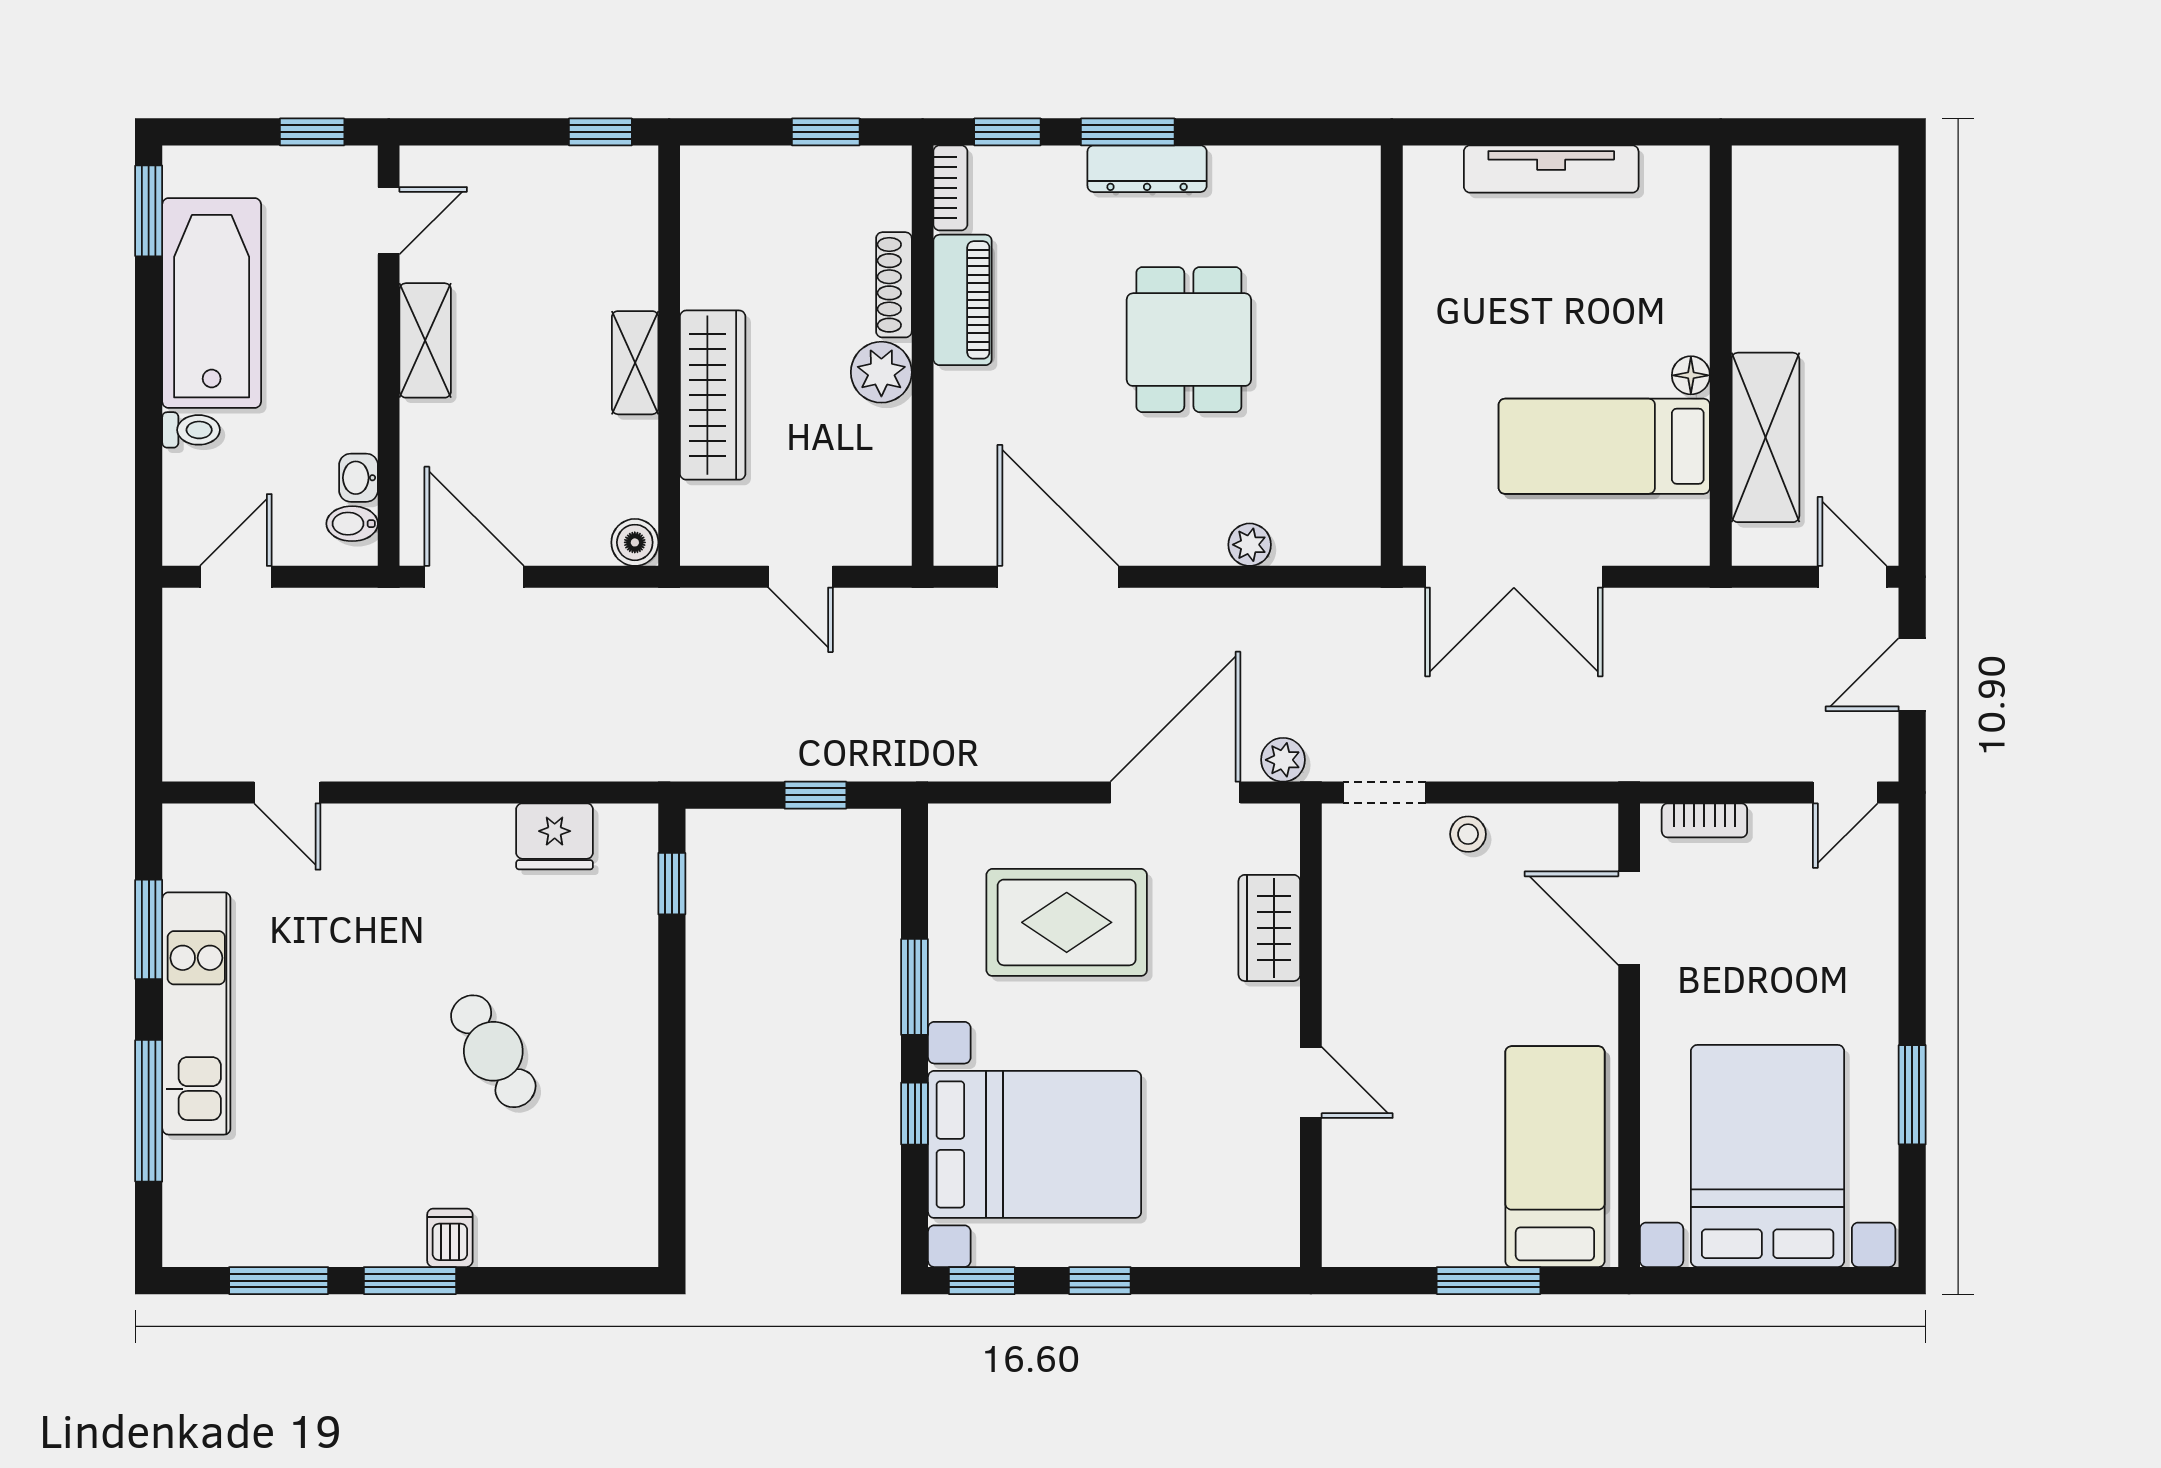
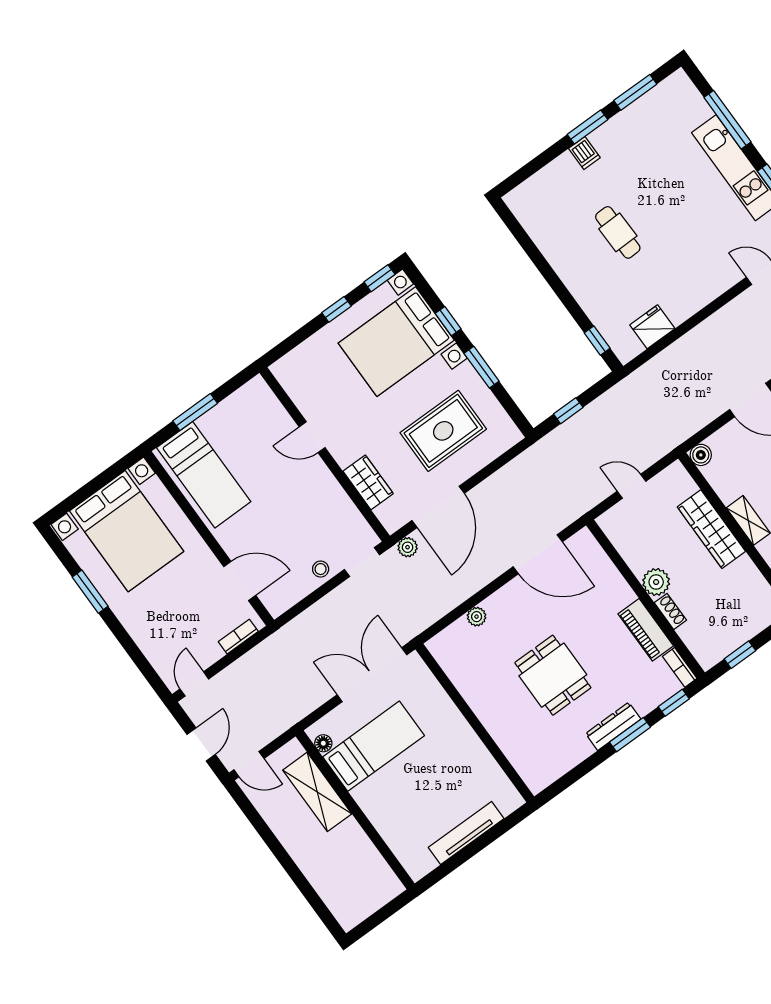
shoe rack: (894, 285) -> (670, 611), width x0.70
floor lamp: (1691, 375) -> (323, 743), moved
cafe table: (493, 1051) -> (618, 232), turned 30

